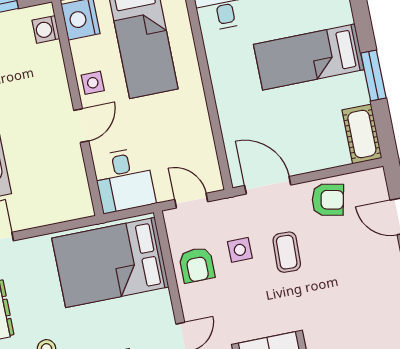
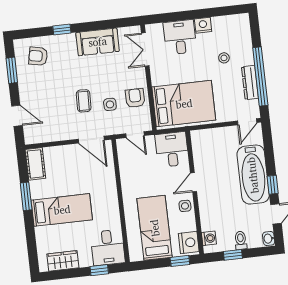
armchair: (328, 200) -> (38, 56), moved

